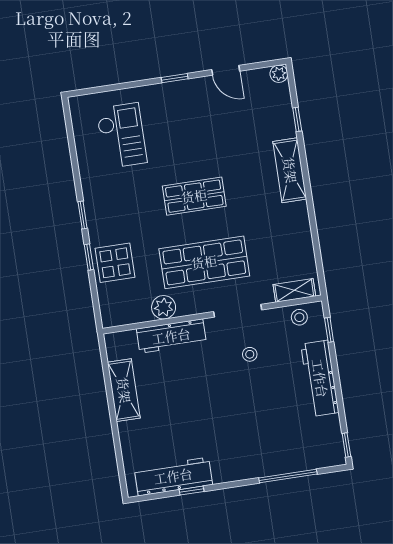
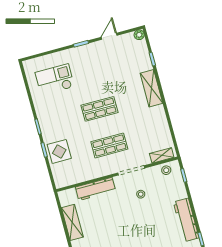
door: (226, 70) -> (109, 36), swing flipped
checkout: (122, 136) -> (55, 80), turned -90
shop shelf: (204, 262) -> (109, 145), width x0.70, depth x0.74
plant: (164, 307) -> (89, 173), removed
workbench: (320, 378) -> (186, 220), moved

